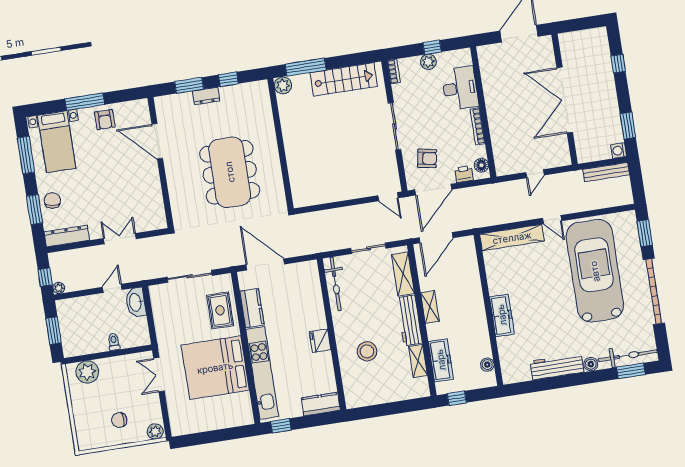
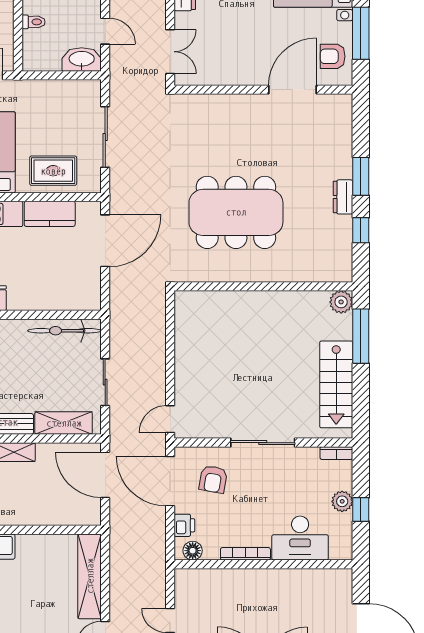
door: (157, 141) -> (292, 90), moved
wall: (161, 163) -> (263, 90), moved

